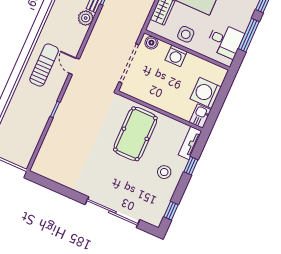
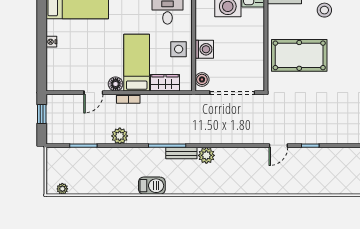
sun lounger: (44, 65) -> (271, 176), removed
door: (74, 66) -> (278, 146), moved

